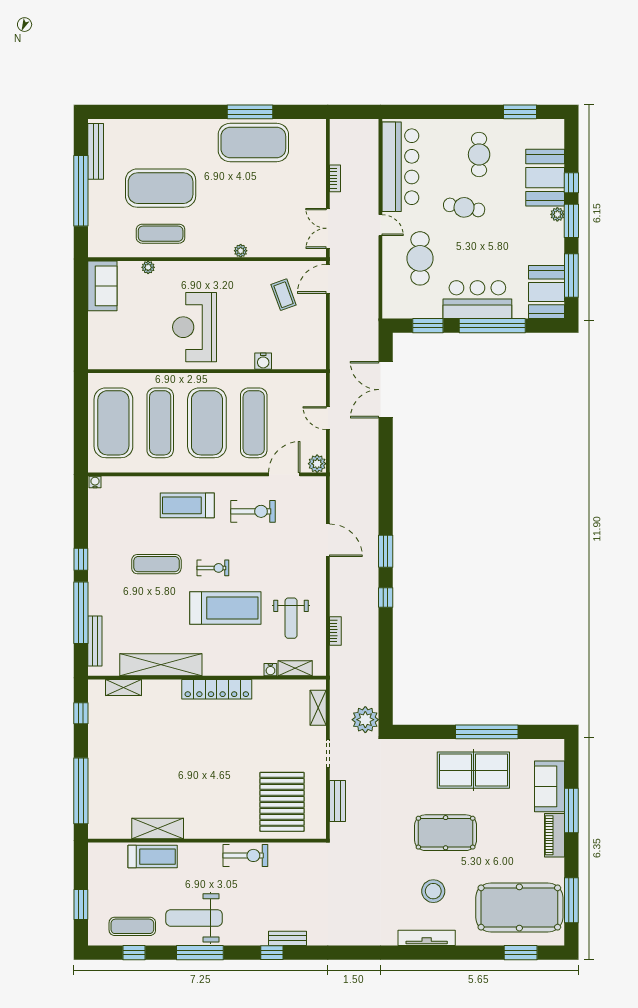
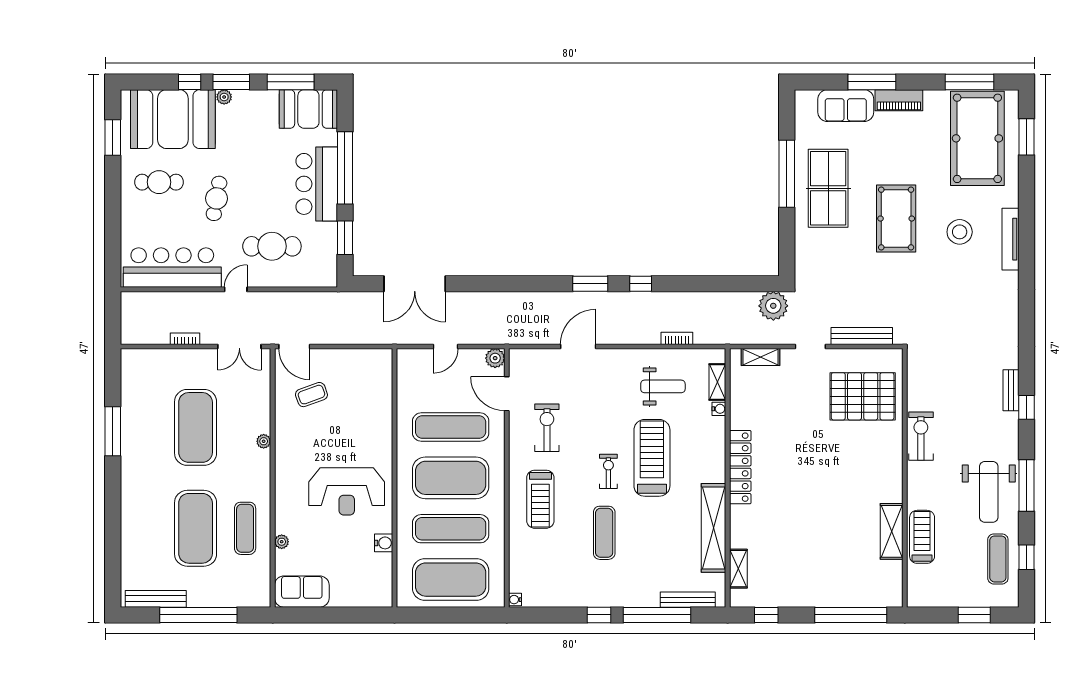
exercise mat: (253, 143) -> (196, 427), moved
booth: (545, 178) -> (173, 119), width x1.36, depth x1.42
water cooler: (263, 361) -> (384, 543), moved
bench: (337, 801) -> (862, 336), width x1.36

